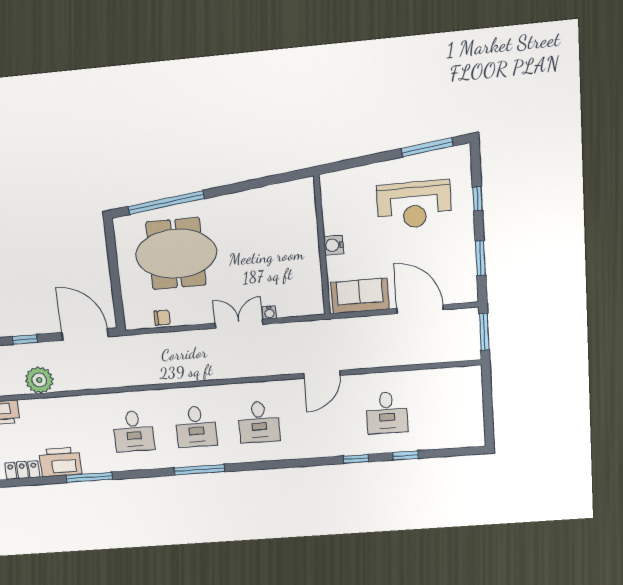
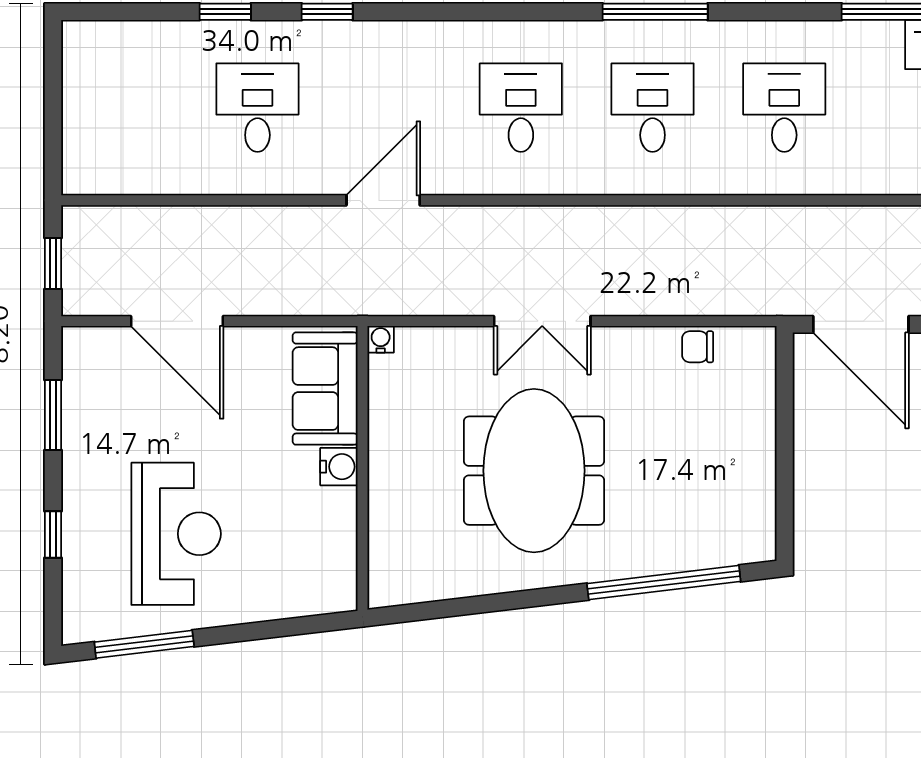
reception desk: (414, 205) -> (176, 534), turned 90
meeting table: (176, 254) -> (534, 471), moved, turned 90
sofa: (360, 296) -> (325, 389), moved, turned 90
water cooler: (269, 313) -> (381, 339), moved
window: (484, 332) -> (53, 264), width x0.67

